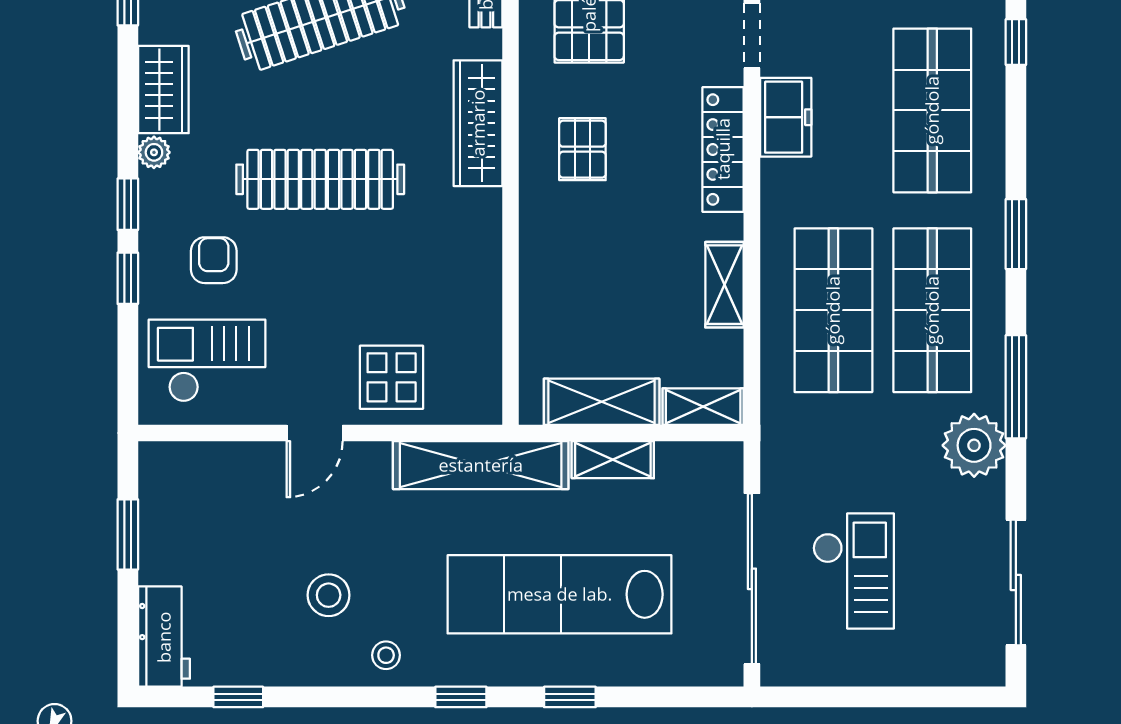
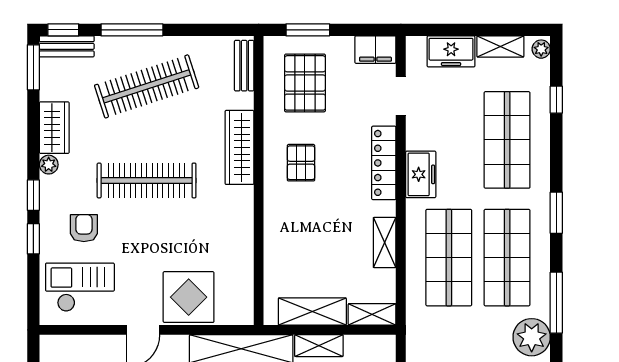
freezer: (786, 117) -> (421, 174), moved
display table: (392, 377) -> (189, 297), width x1.36, depth x1.36

